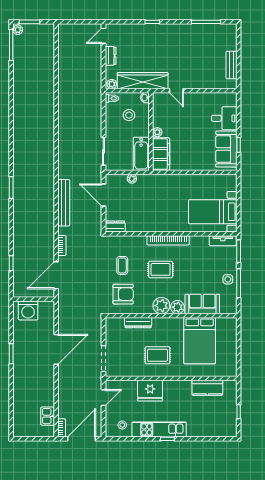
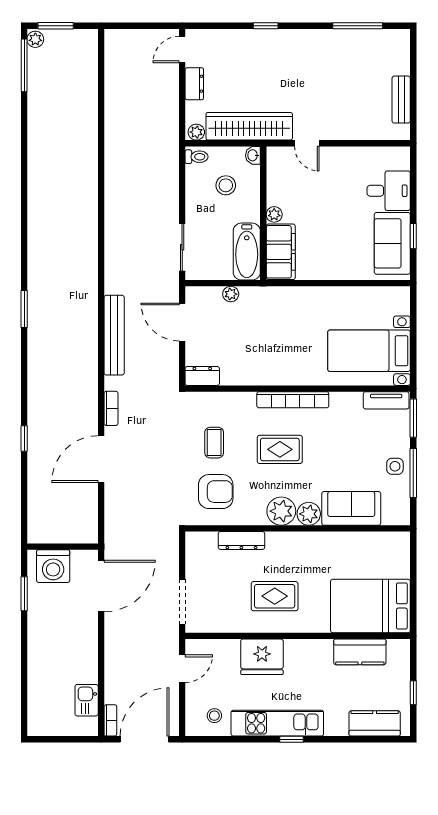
wall: (34, 299) -> (63, 547), moved
washing machine: (28, 310) -> (53, 566), moved
bed: (200, 341) -> (370, 606), moved, turned 90
kitchen counter: (216, 430) -> (375, 723), added

